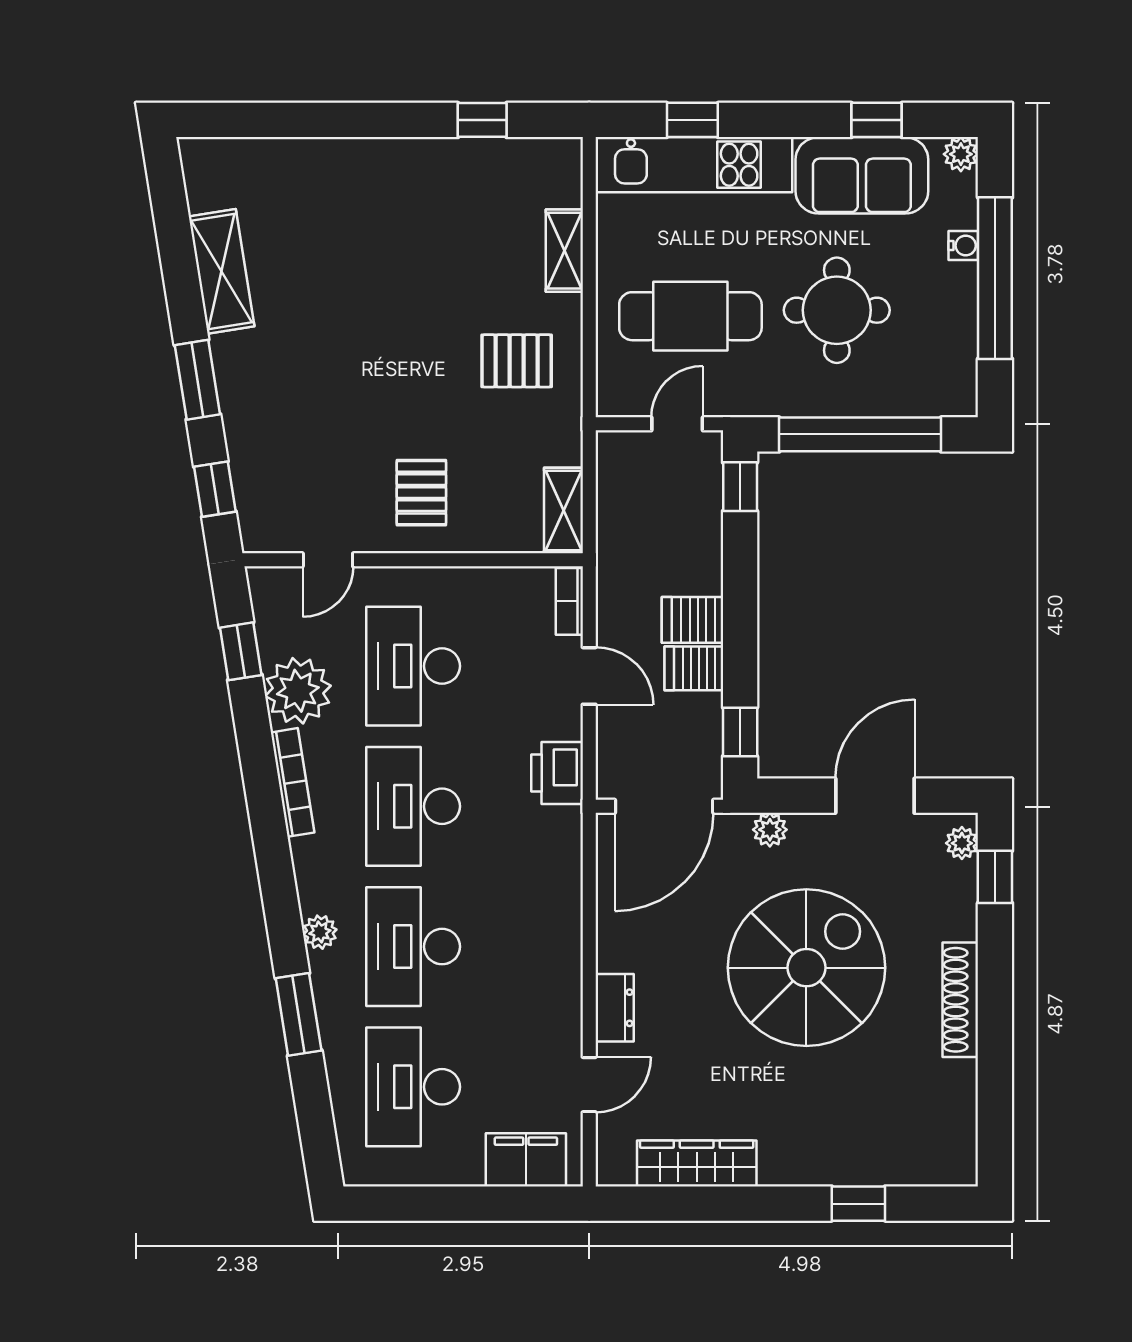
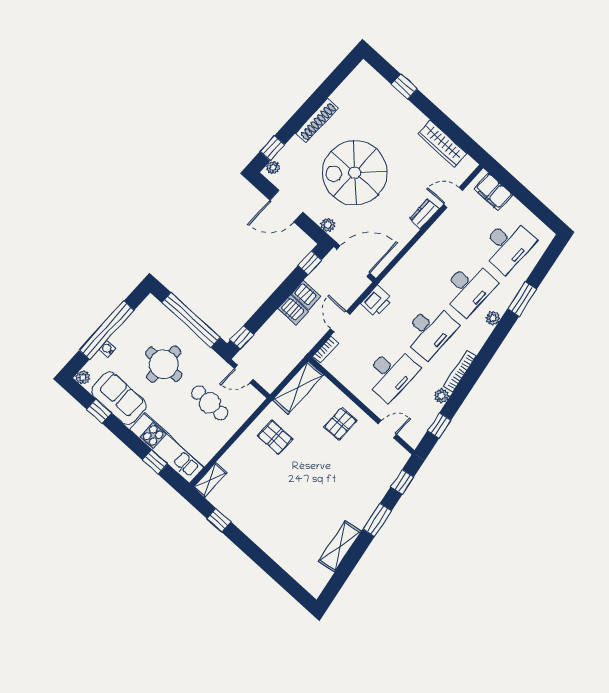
shelving: (564, 251) -> (210, 480), moved
cafe table: (690, 316) -> (210, 403), width x0.73, depth x0.74
shelving: (563, 510) -> (298, 387), width x1.50, depth x1.33
plant: (298, 691) -> (442, 396), width x0.53, depth x0.53

